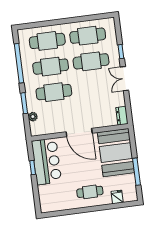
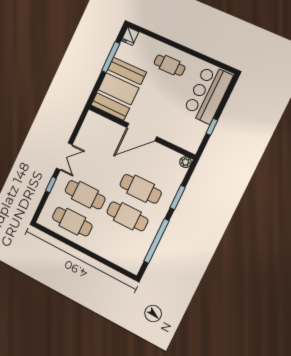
cafe table: (47, 41) -> (114, 244), removed
dresser: (122, 116) -> (90, 122), removed
plant: (33, 117) -> (186, 162), moved
door: (79, 132) -> (142, 132), swing flipped
bar counter: (46, 161) -> (208, 94), moved
fridge: (117, 197) -> (130, 36), moved

